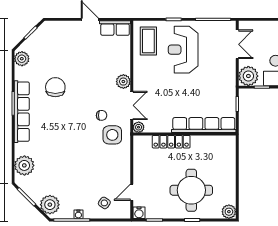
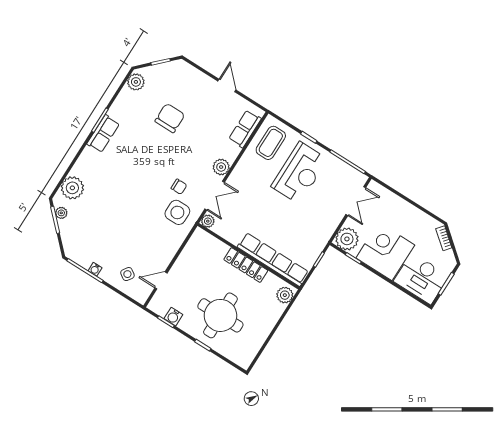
row of seats: (115, 28) -> (245, 129), moved, turned 90
reception desk: (183, 50) -> (299, 173), turned 180
chair: (55, 87) -> (170, 118), moved
row of seats: (22, 112) -> (103, 134), width x0.50
locker: (171, 142) -> (246, 265), moved
plant: (50, 205) -> (61, 213), moved, width x0.53, depth x0.53
plant: (229, 212) -> (285, 295), moved
water cooler: (139, 213) -> (173, 317), moved

